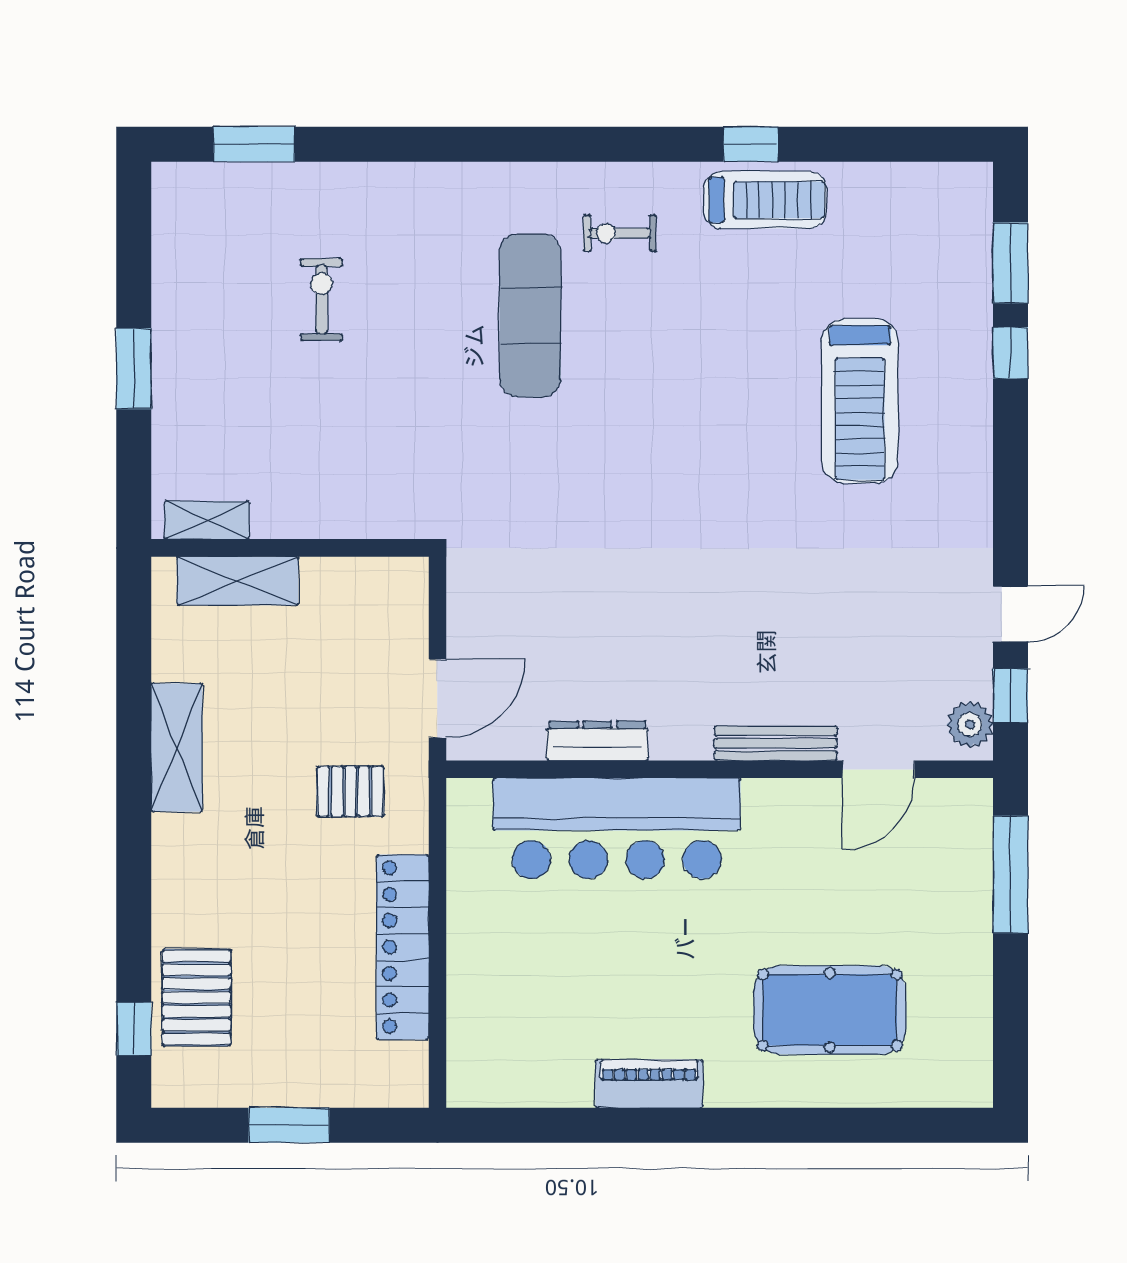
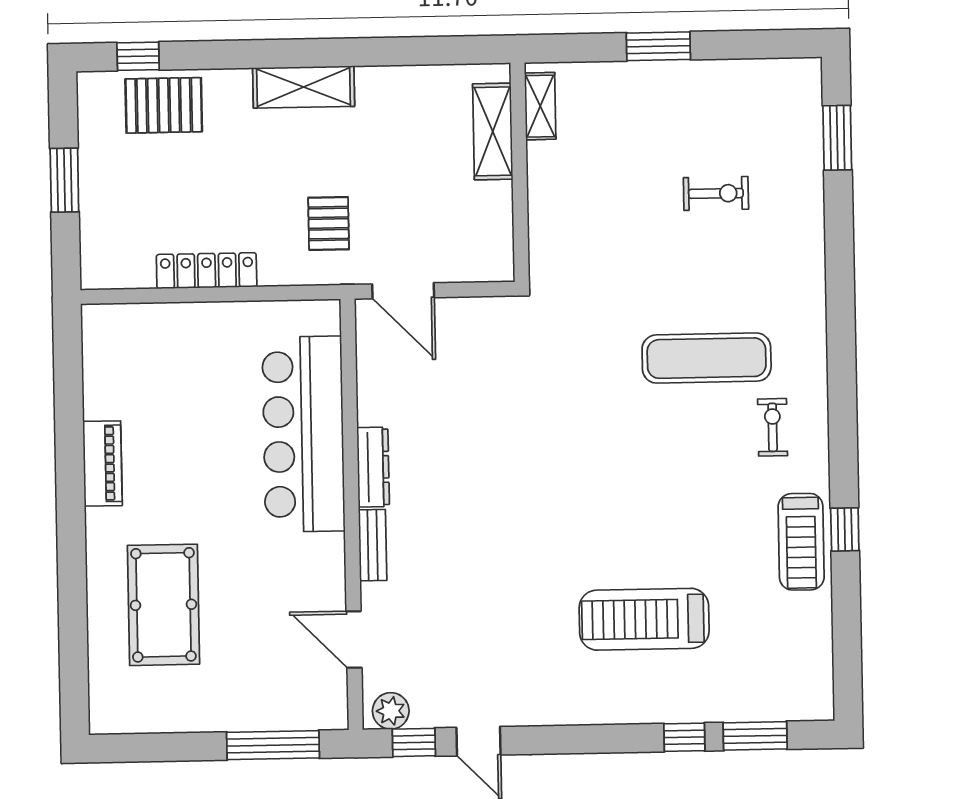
dresser: (597, 741) -> (373, 467), moved
bench: (776, 743) -> (373, 545), width x0.73
shelving: (177, 747) -> (304, 87), moved
locker: (403, 947) -> (207, 271), width x0.71, depth x0.83

